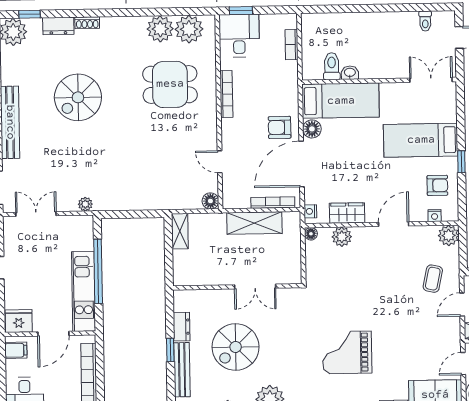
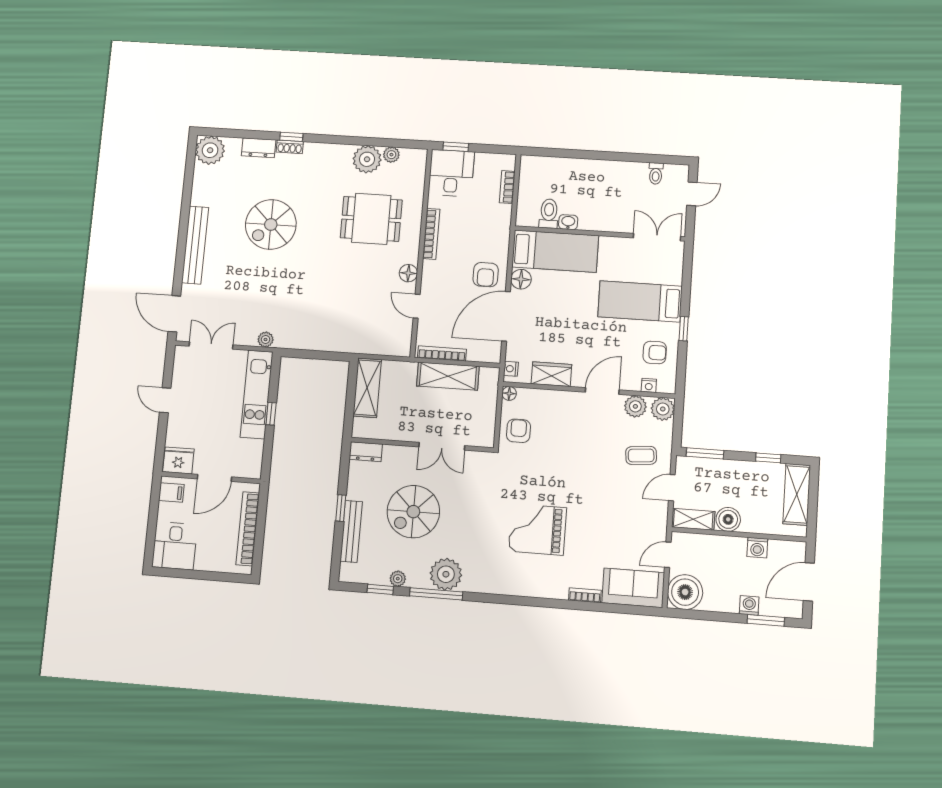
window: (30, 14) -> (291, 137), moved
plant: (189, 29) -> (391, 155), width x0.53, depth x0.53
armchair: (280, 127) -> (486, 275), turned -90
floor lamp: (210, 201) -> (408, 273), moved
bookcase: (273, 203) -> (442, 353), moved
shelving: (180, 231) -> (367, 388), width x1.50, depth x1.33
plant: (342, 237) -> (635, 406), moved
armchair: (322, 267) -> (518, 431), added
window: (98, 271) -> (271, 414), width x0.32
coffee table: (433, 279) -> (641, 455), turned 73
kitchen unit: (84, 291) -> (257, 394), moved
dresser: (182, 327) -> (366, 452), moved, turned 90

